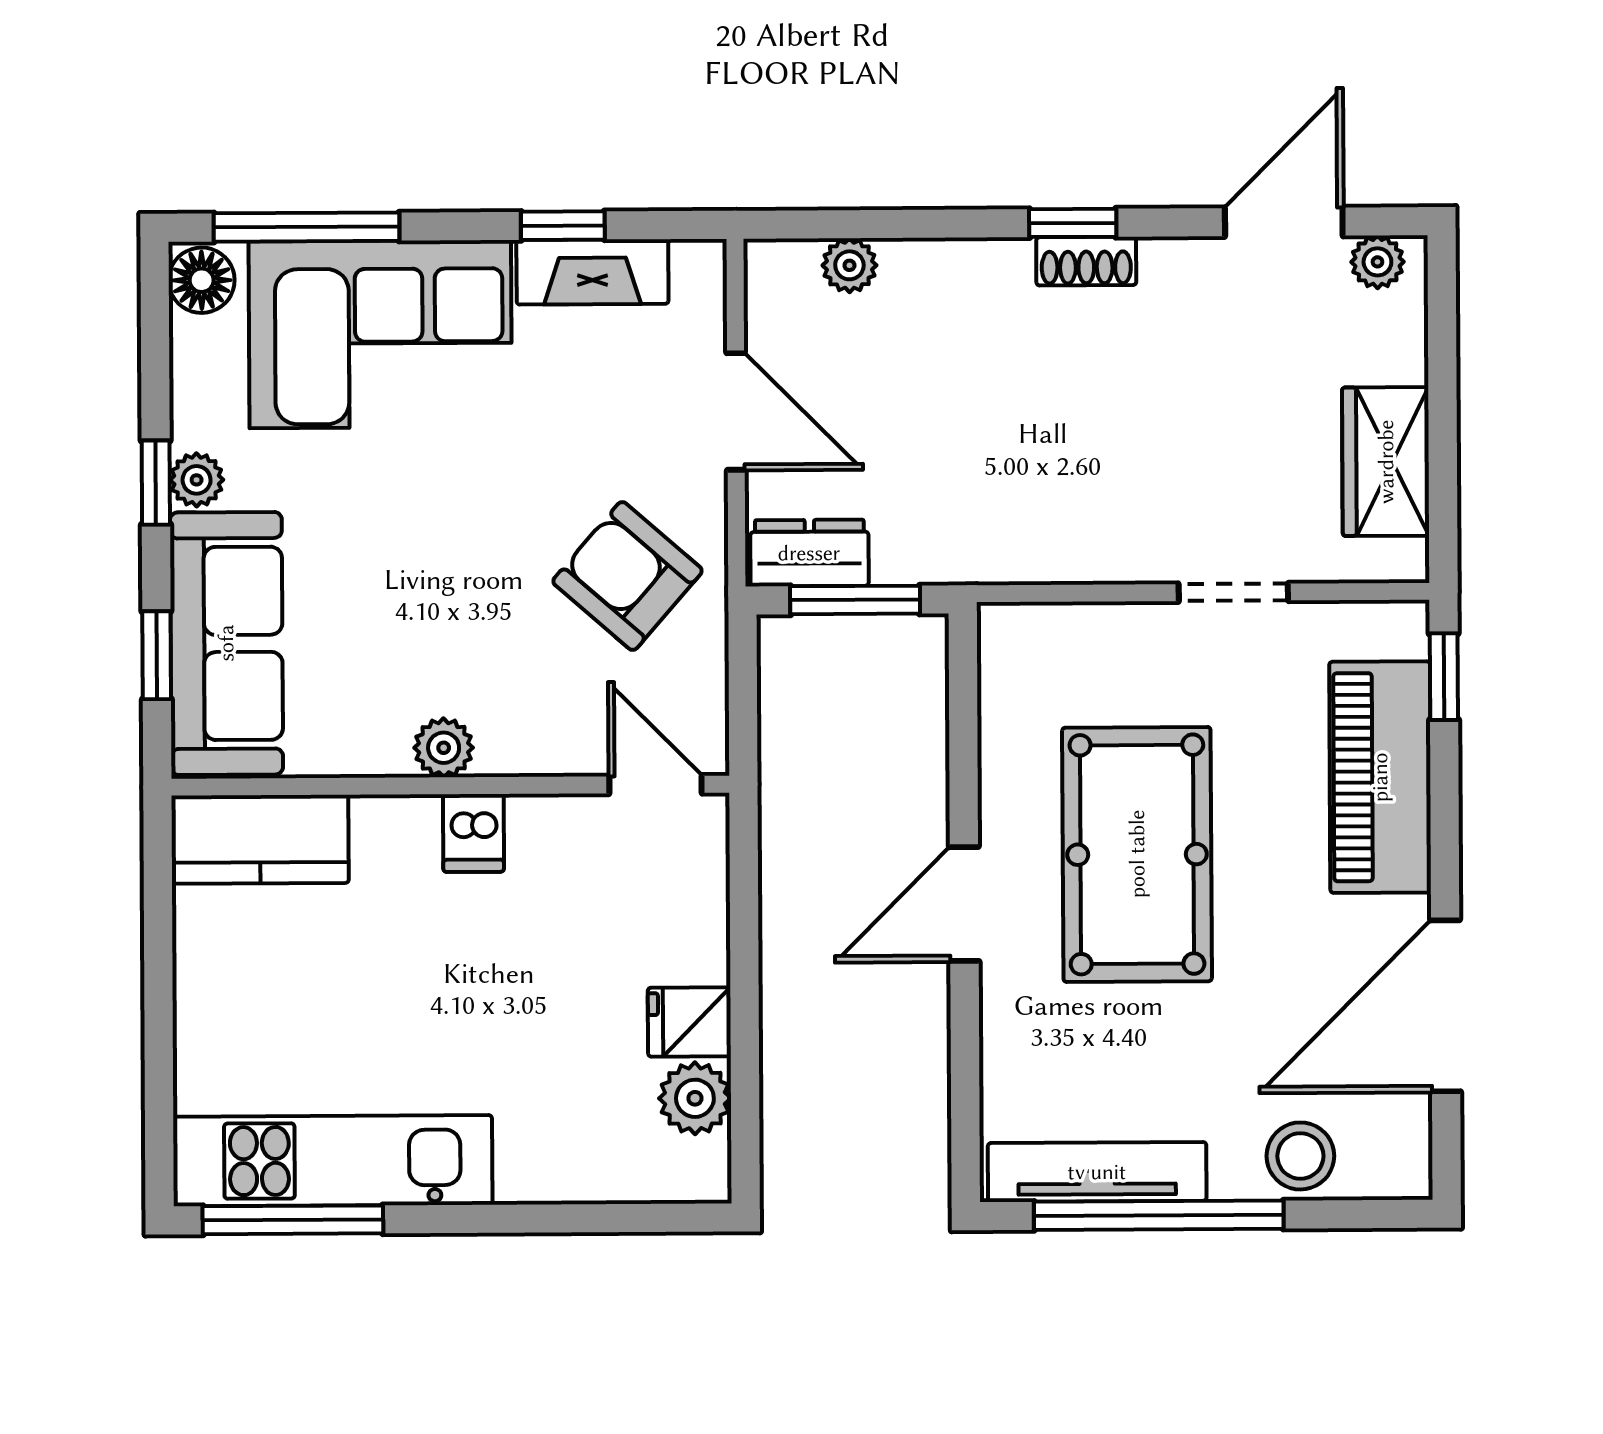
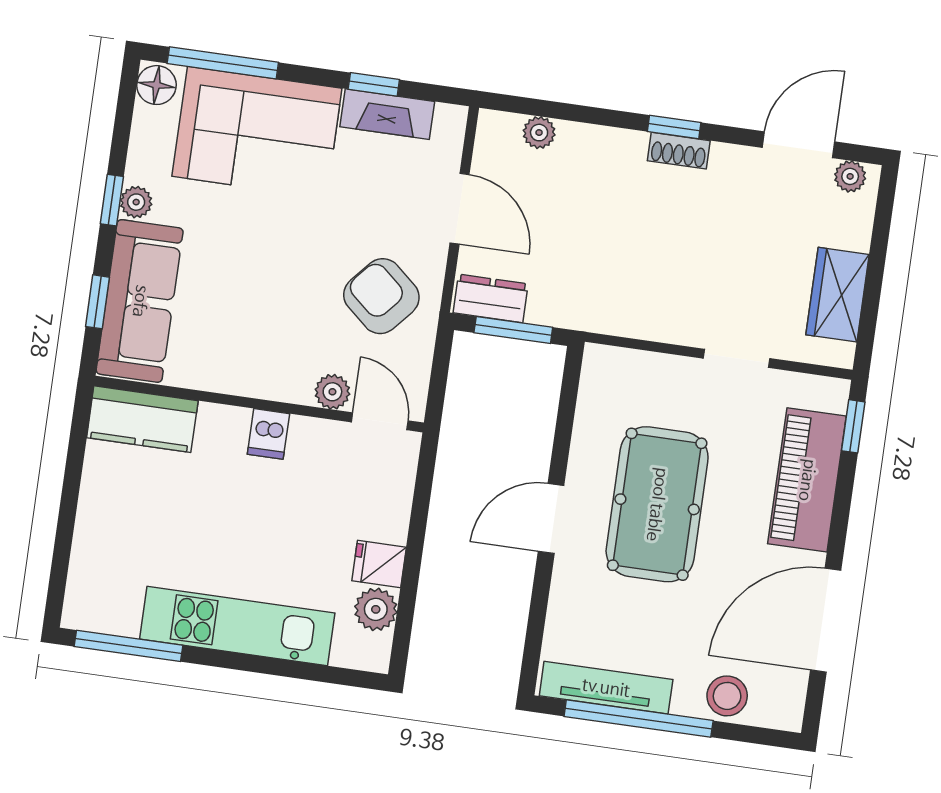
plant: (444, 748) -> (332, 392), moved
kitchen unit: (333, 1161) -> (237, 626), moved

